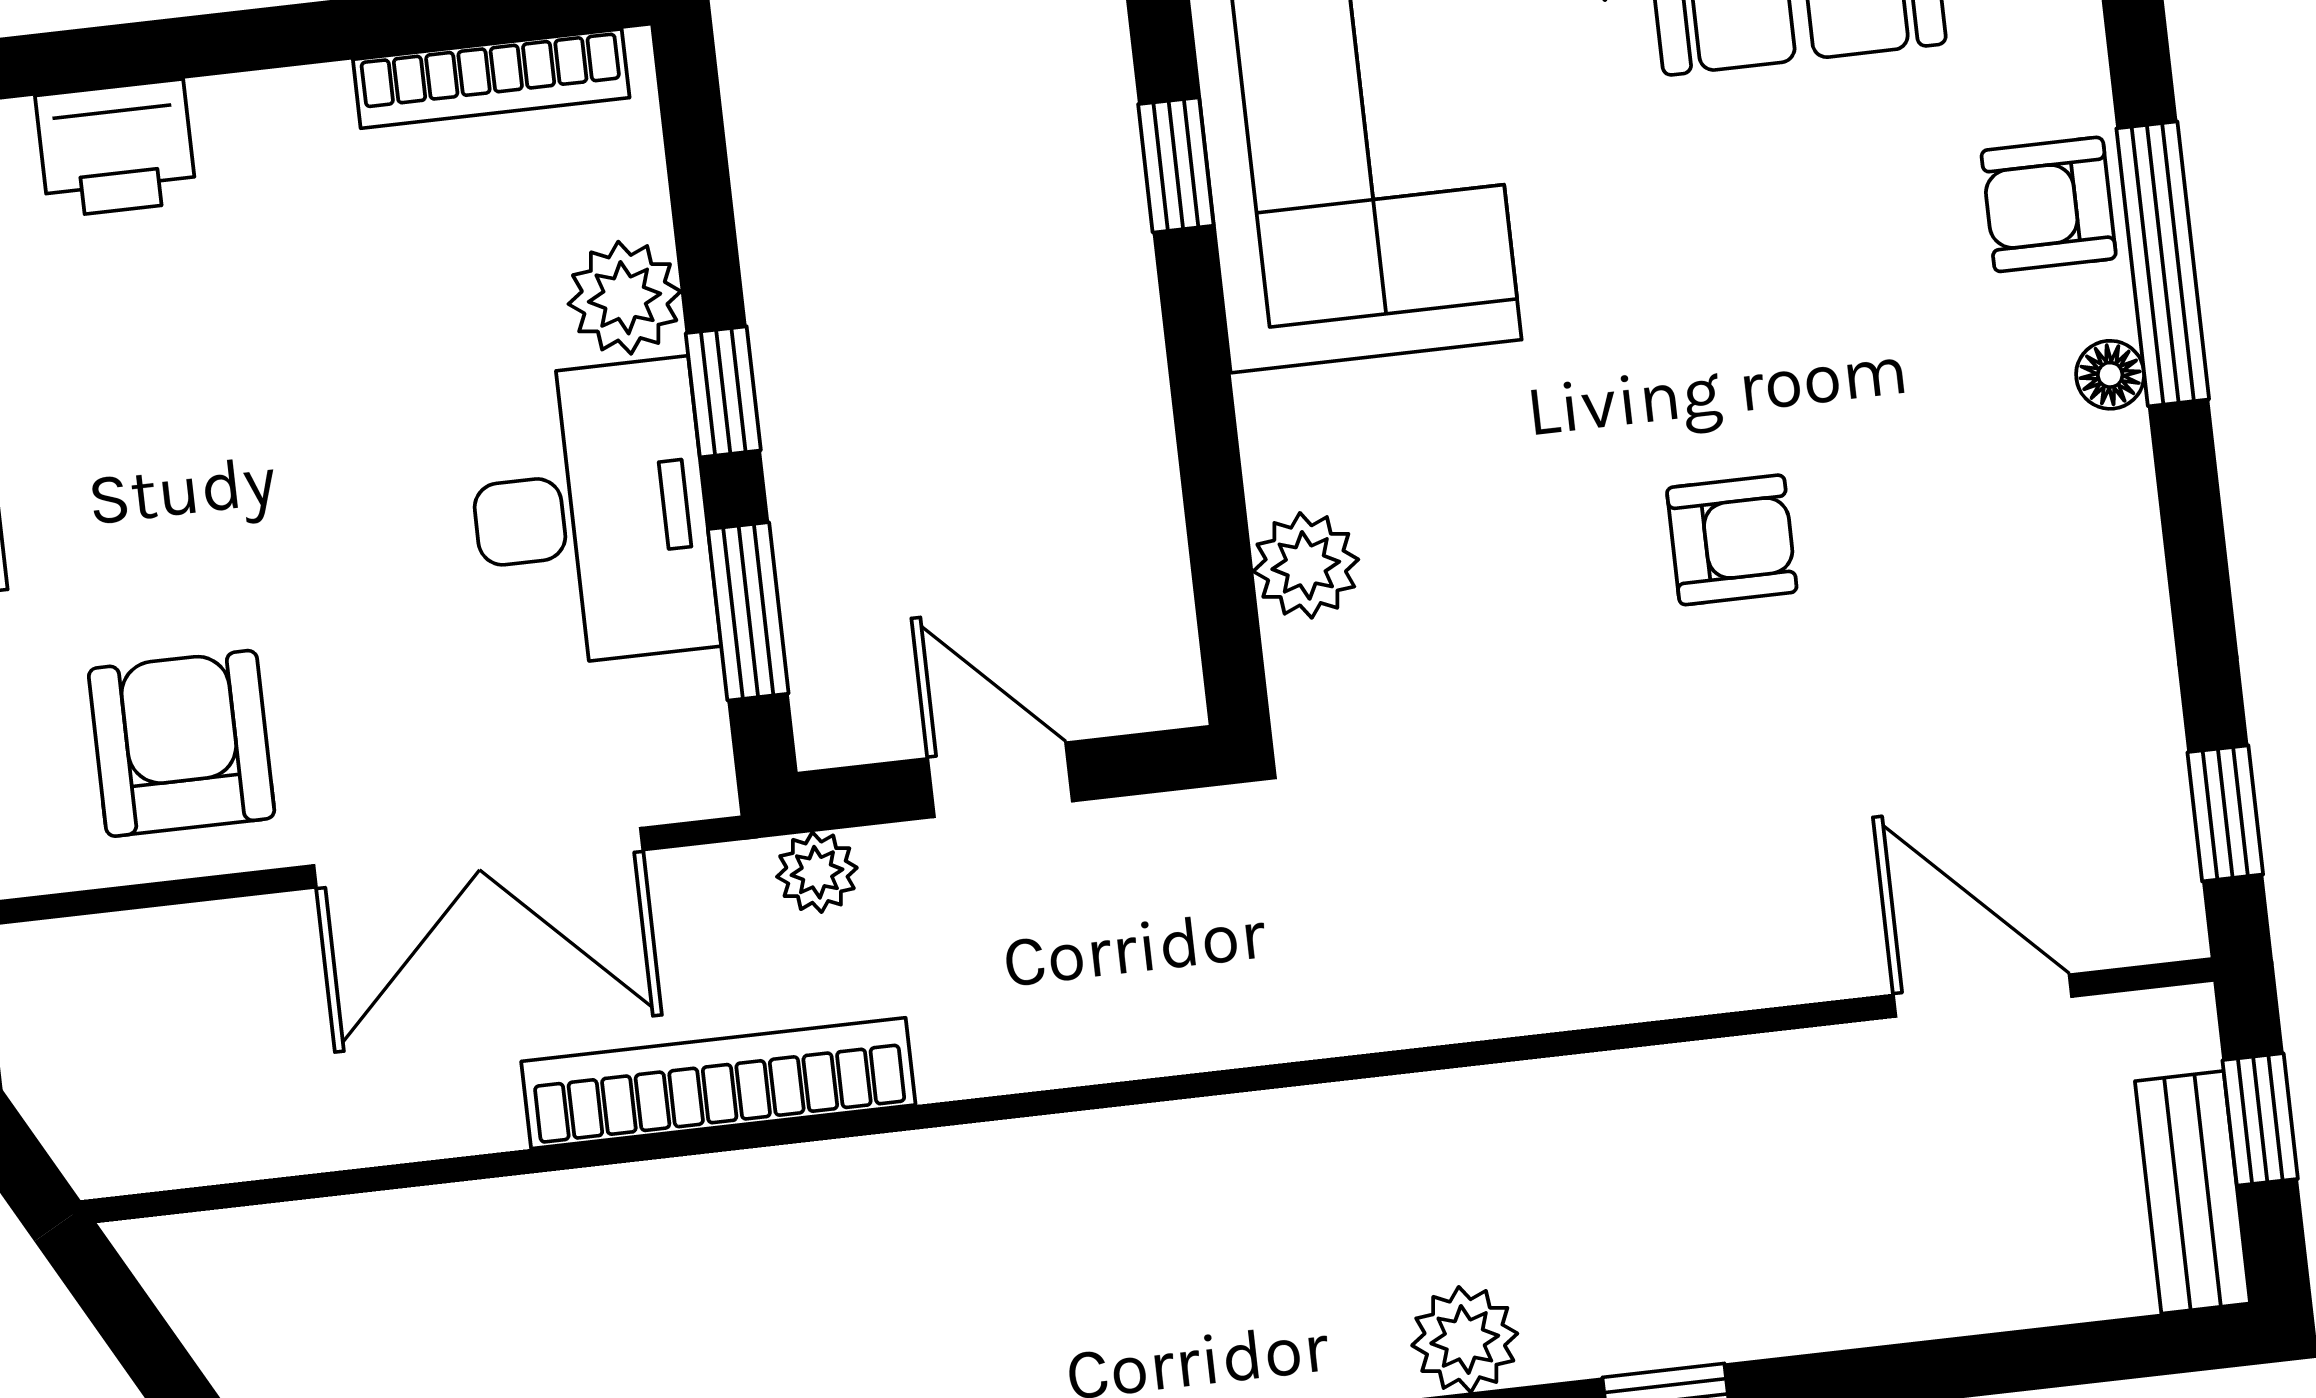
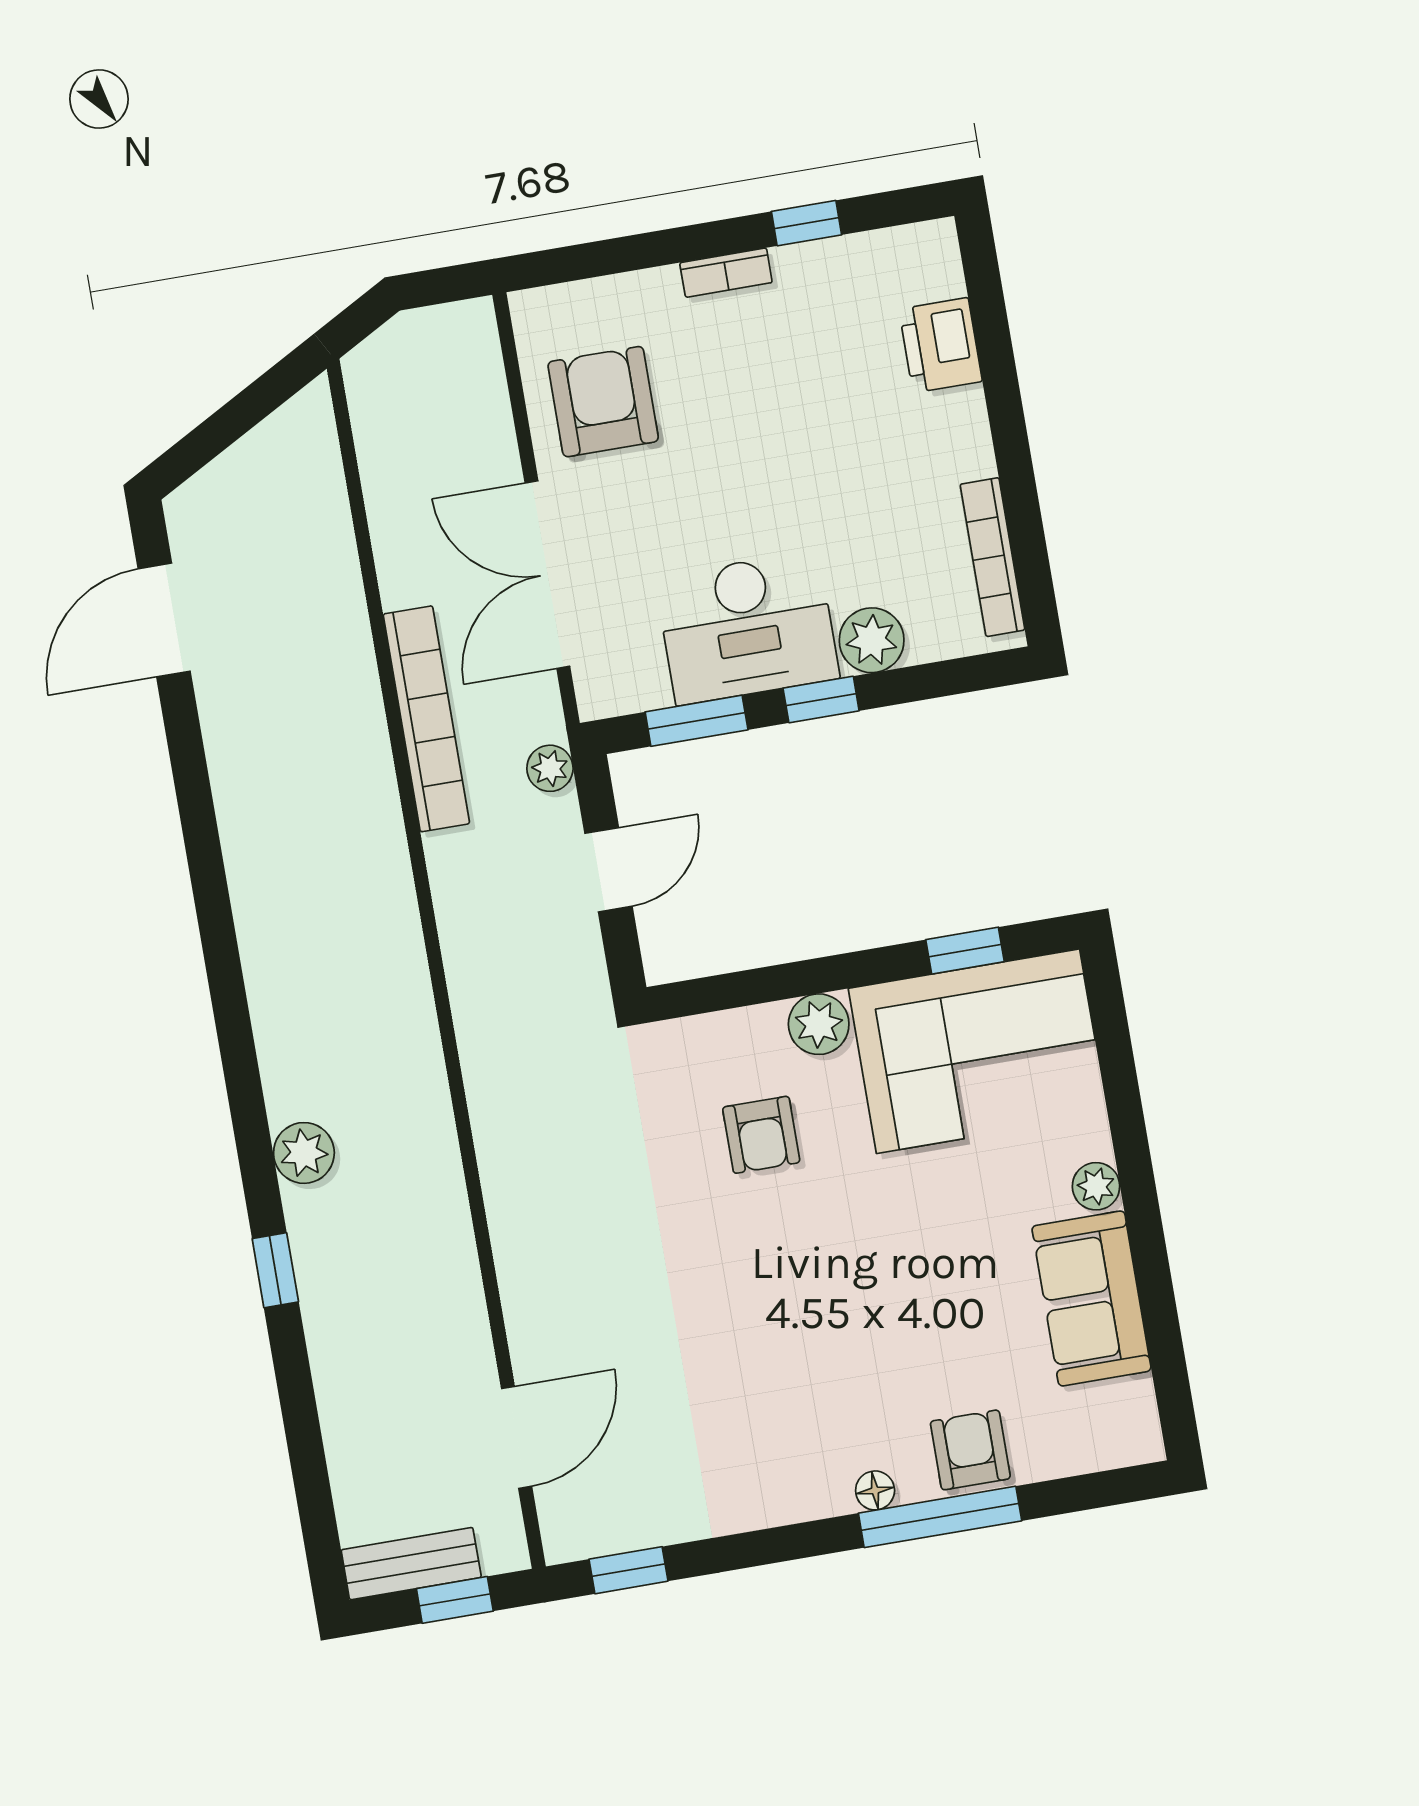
armchair: (1732, 540) -> (761, 1135), moved
plant: (1306, 565) -> (819, 1024), moved
armchair: (182, 743) -> (603, 402), turned -90

